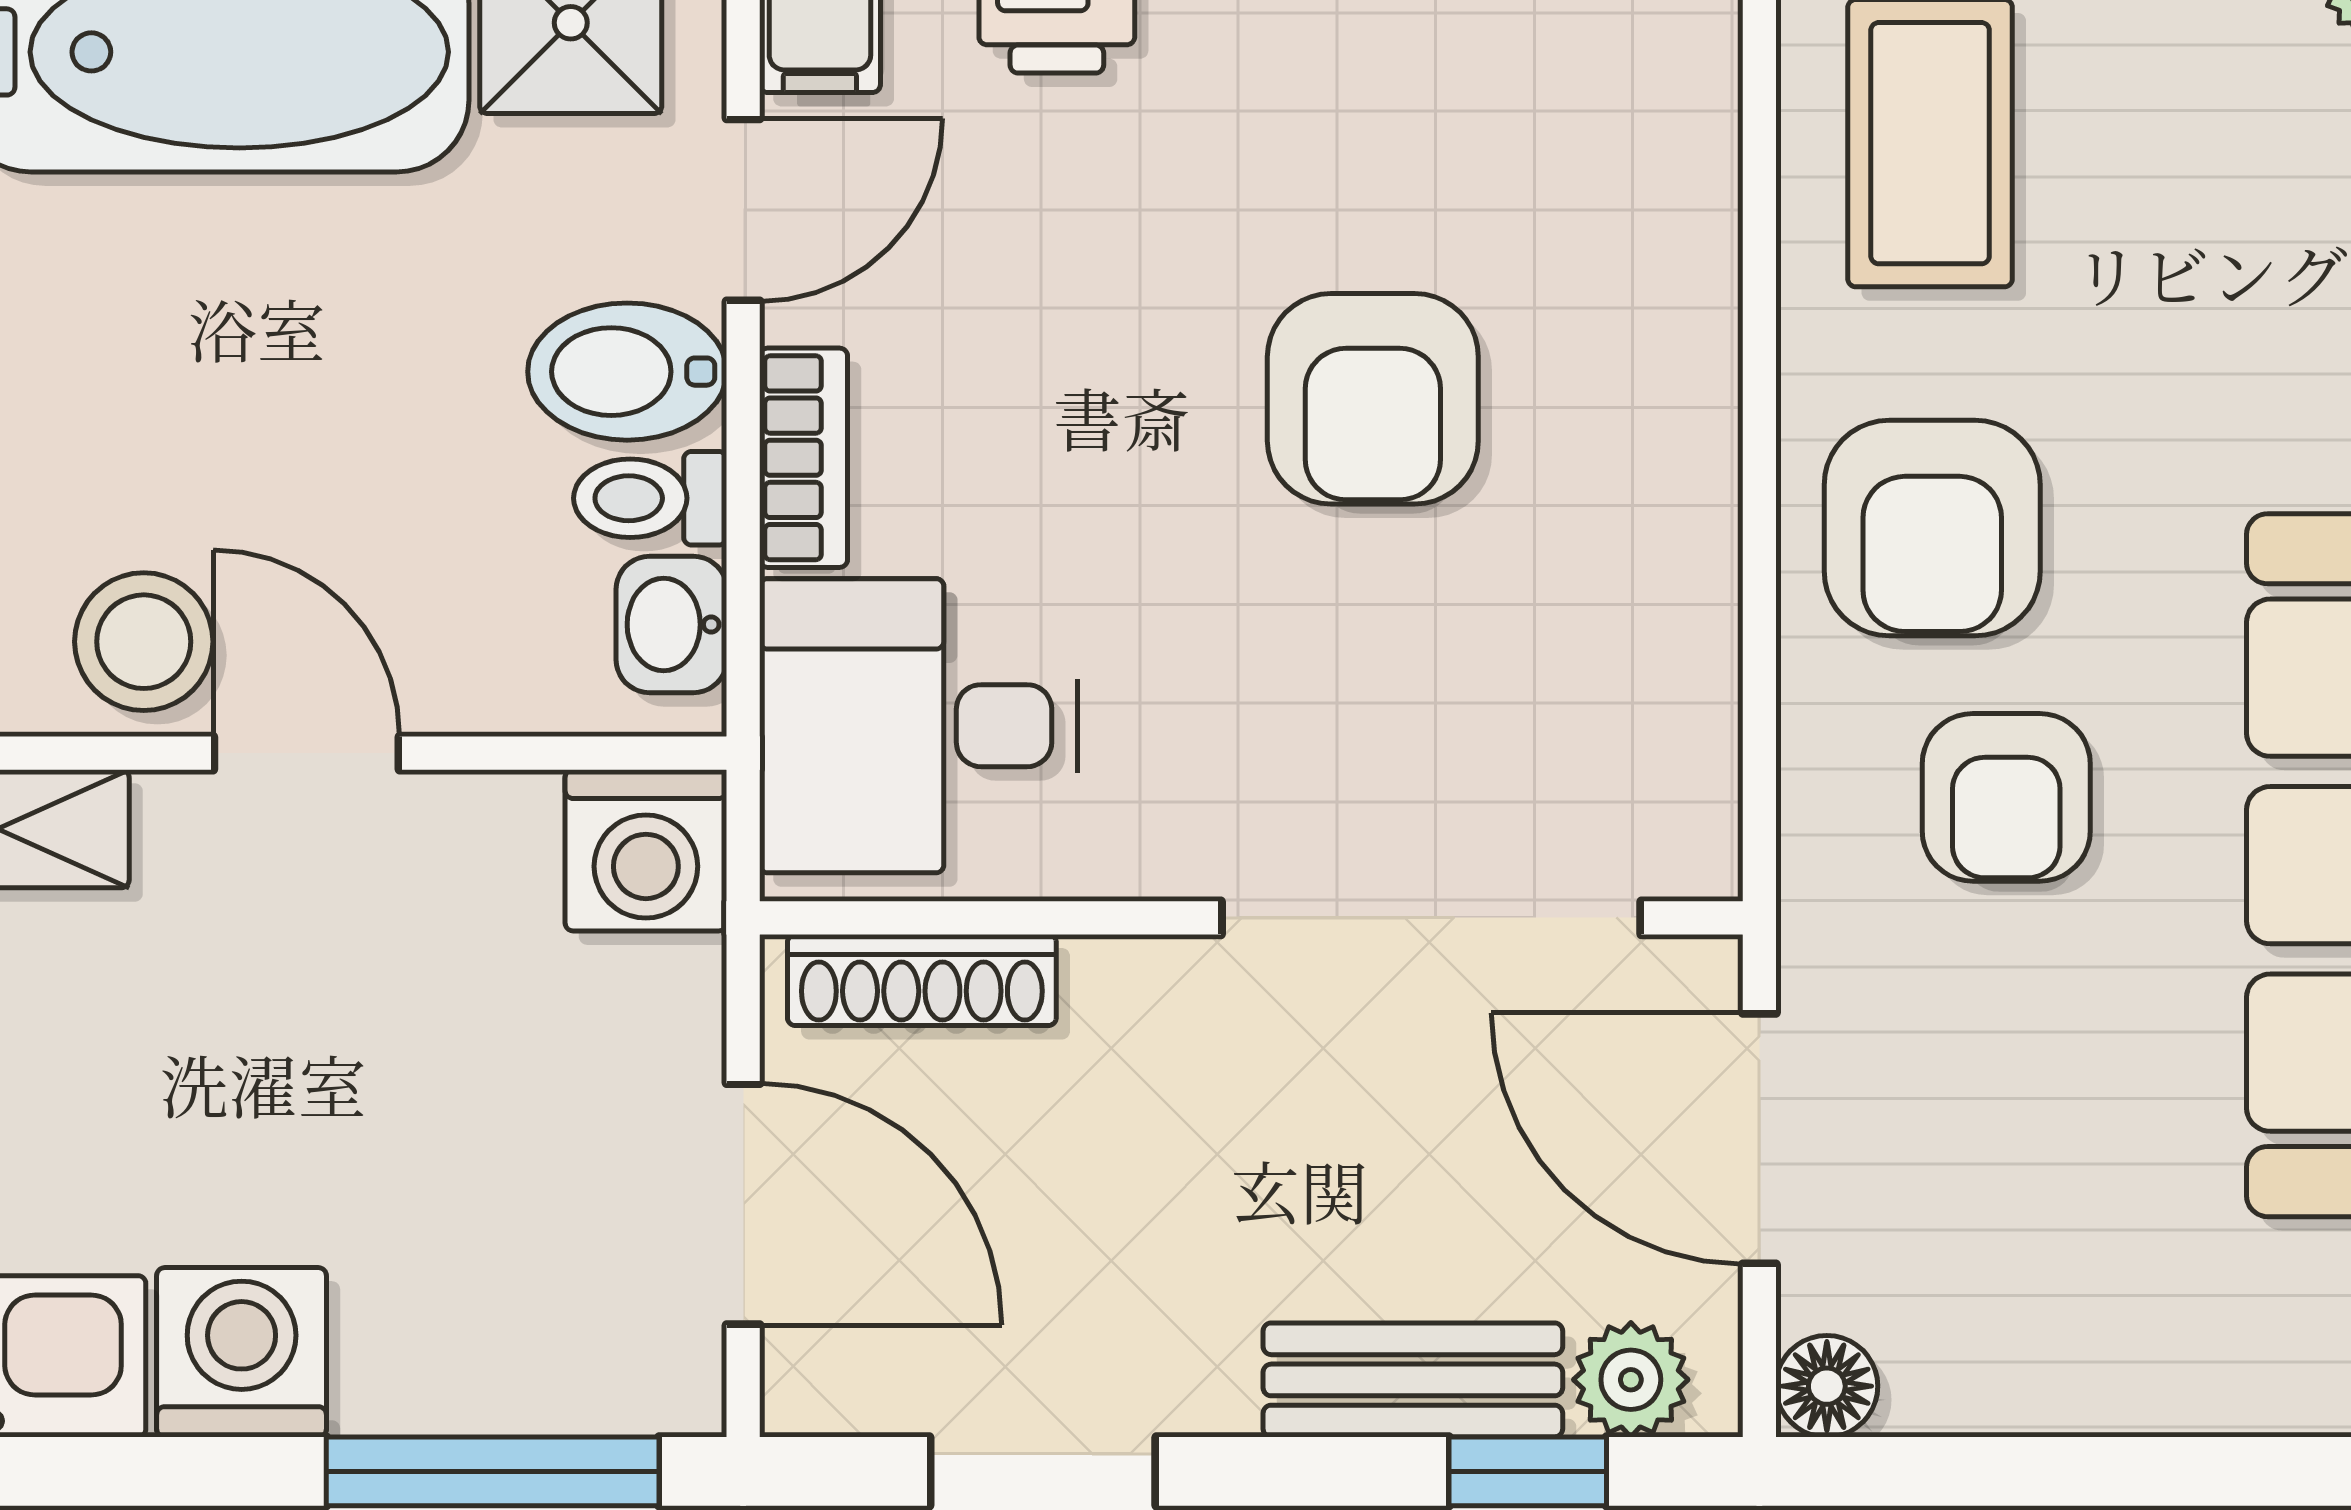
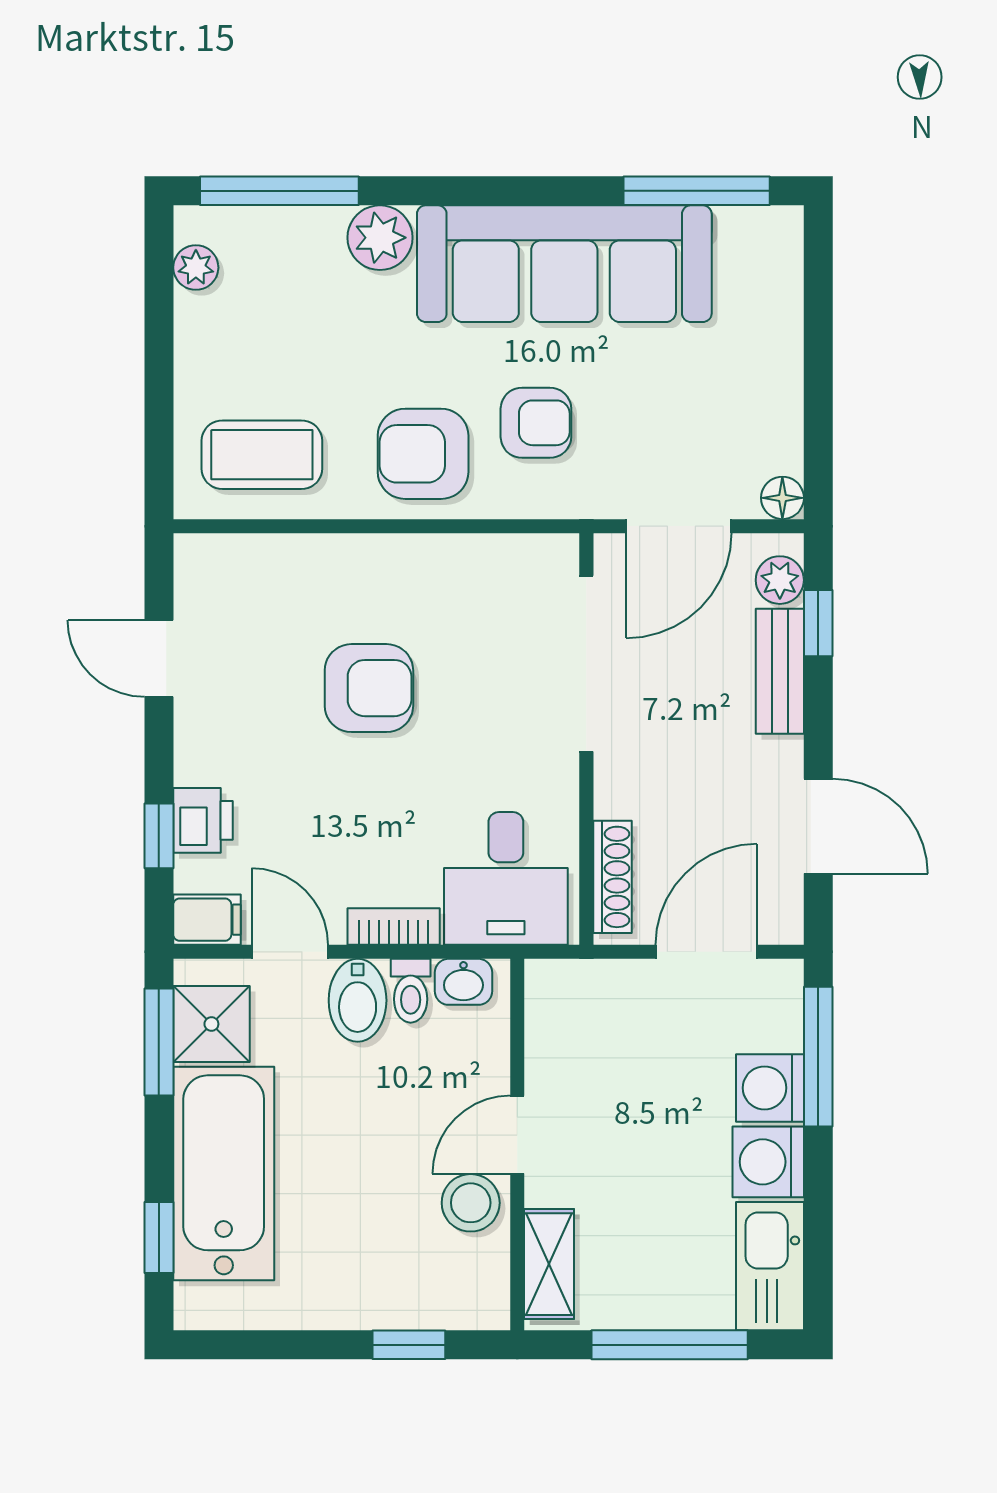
armchair: (1932, 528) -> (423, 454), turned 180
washing machine: (646, 850) -> (770, 1088), moved, turned 180

